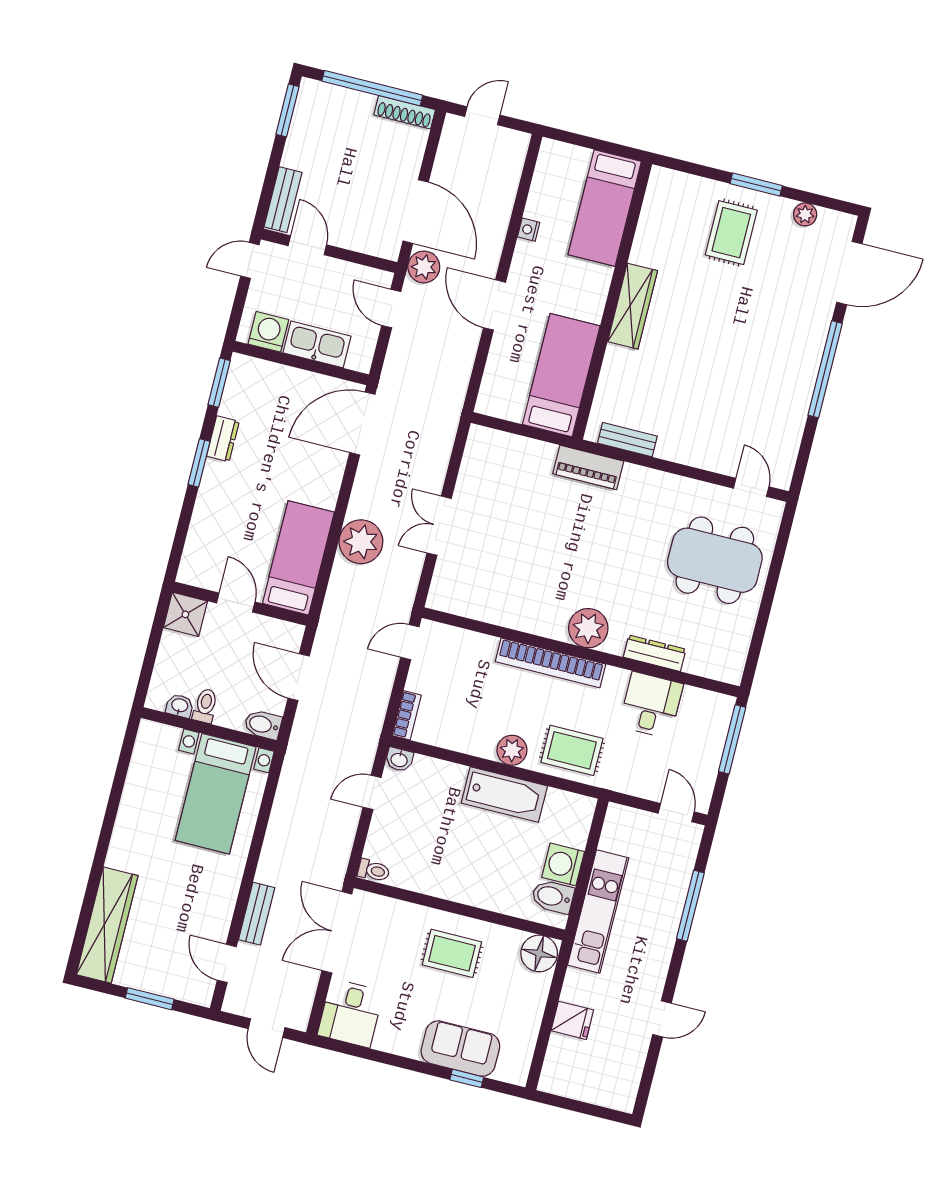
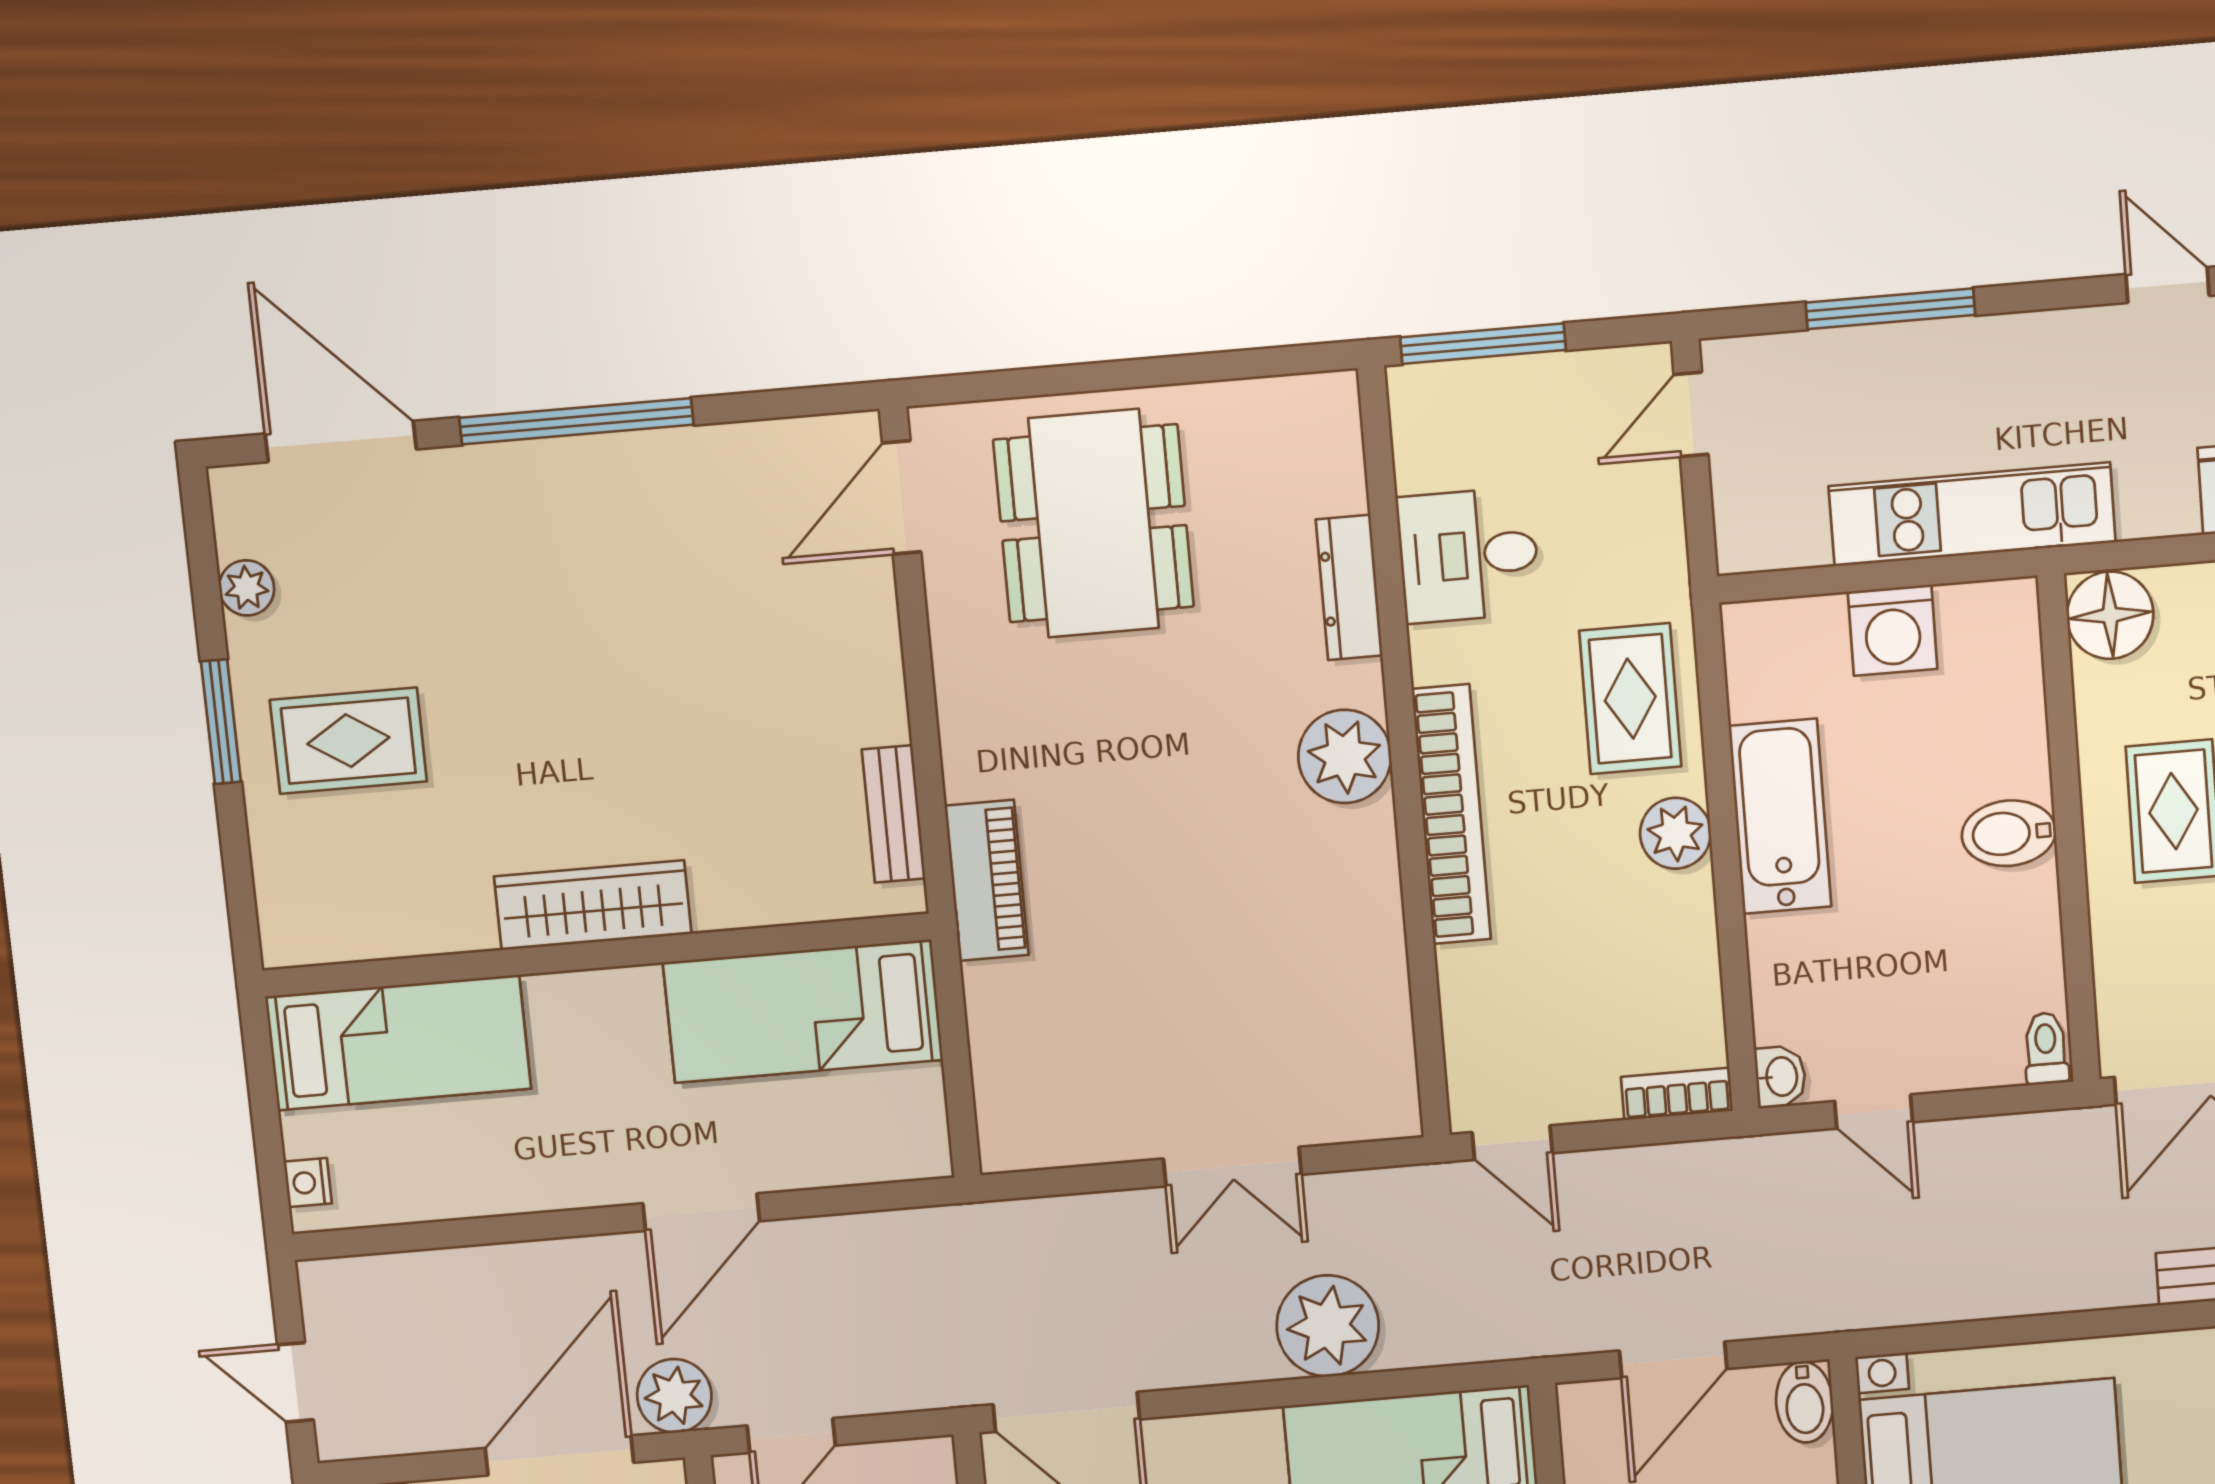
nightstand: (529, 230) -> (308, 1183), moved, turned 90
door: (751, 487) -> (902, 497), width x1.38
bidet: (553, 897) -> (2009, 833), moved, turned 90

